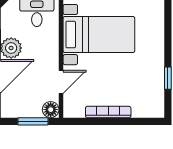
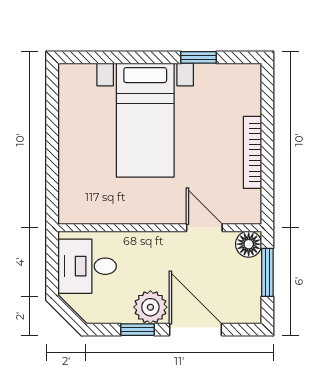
bed with nightstands: (99, 35) -> (145, 120), moved, turned 180

